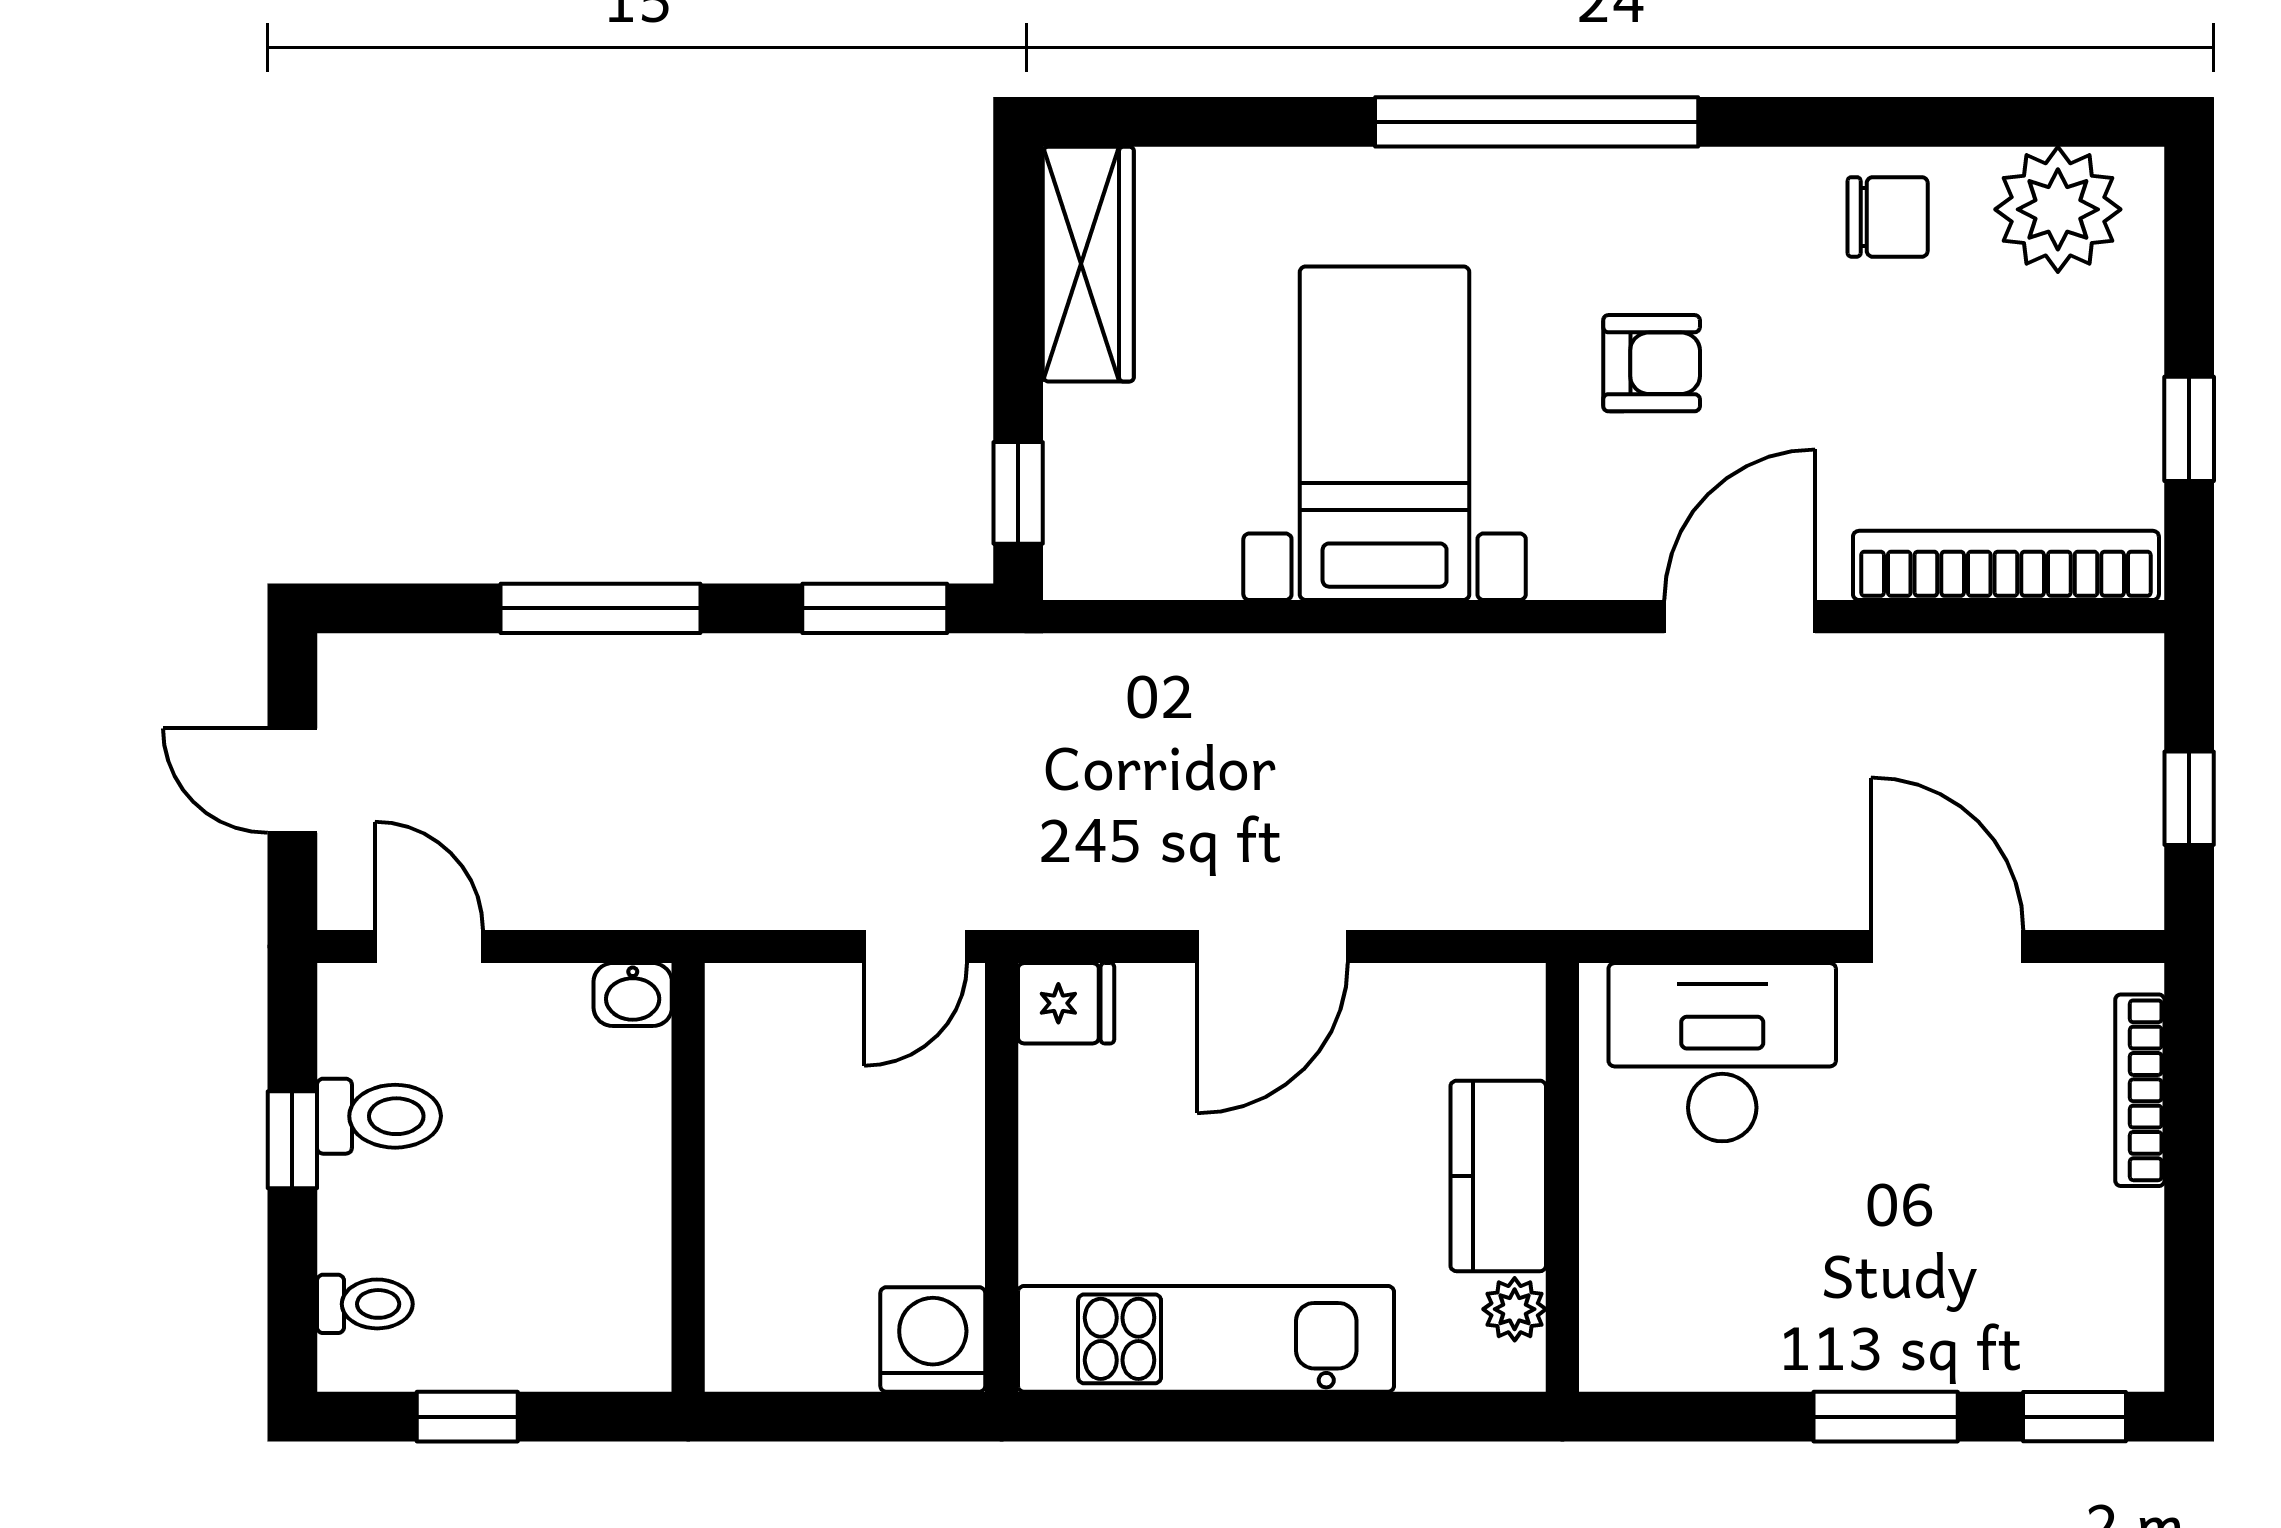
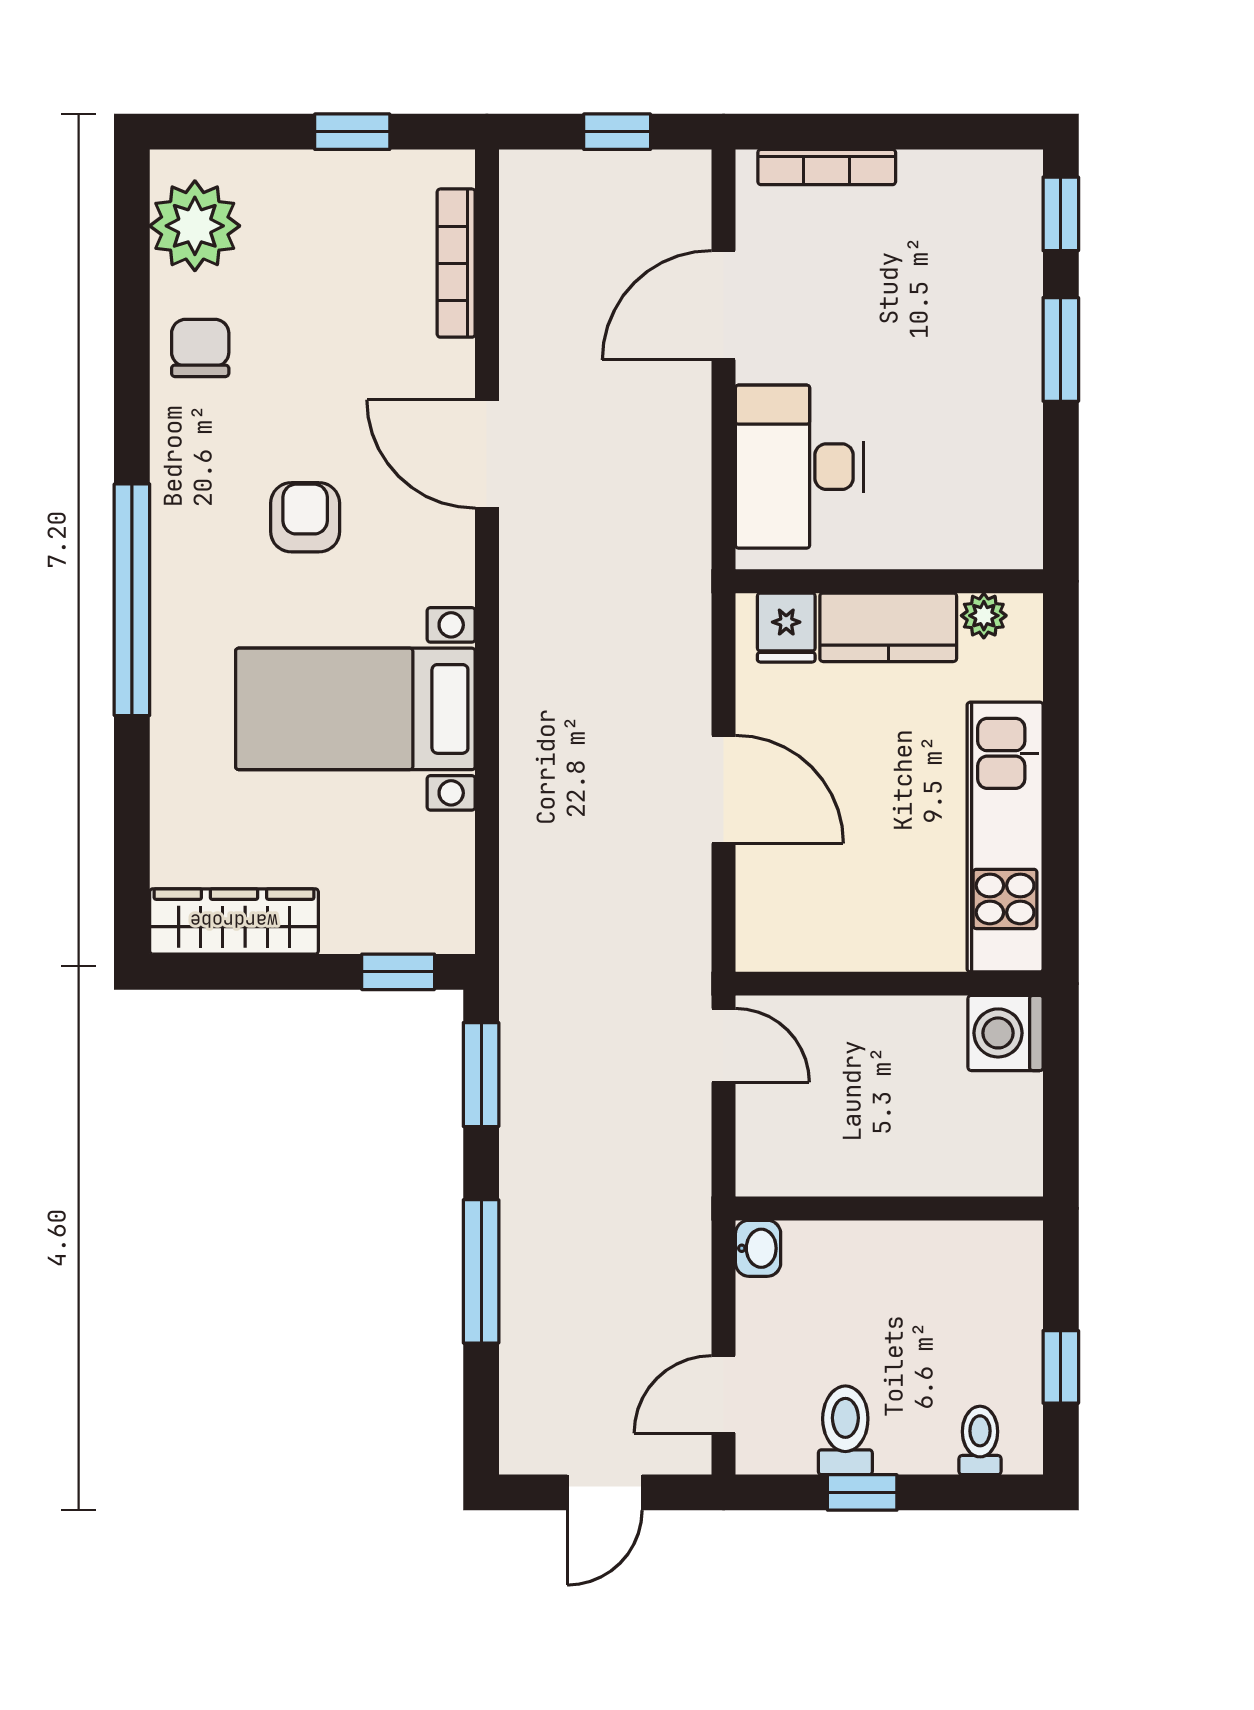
bookcase: (2006, 565) -> (456, 263), width x0.68, depth x0.76
fridge: (1066, 1003) -> (786, 628), moved, turned 180

